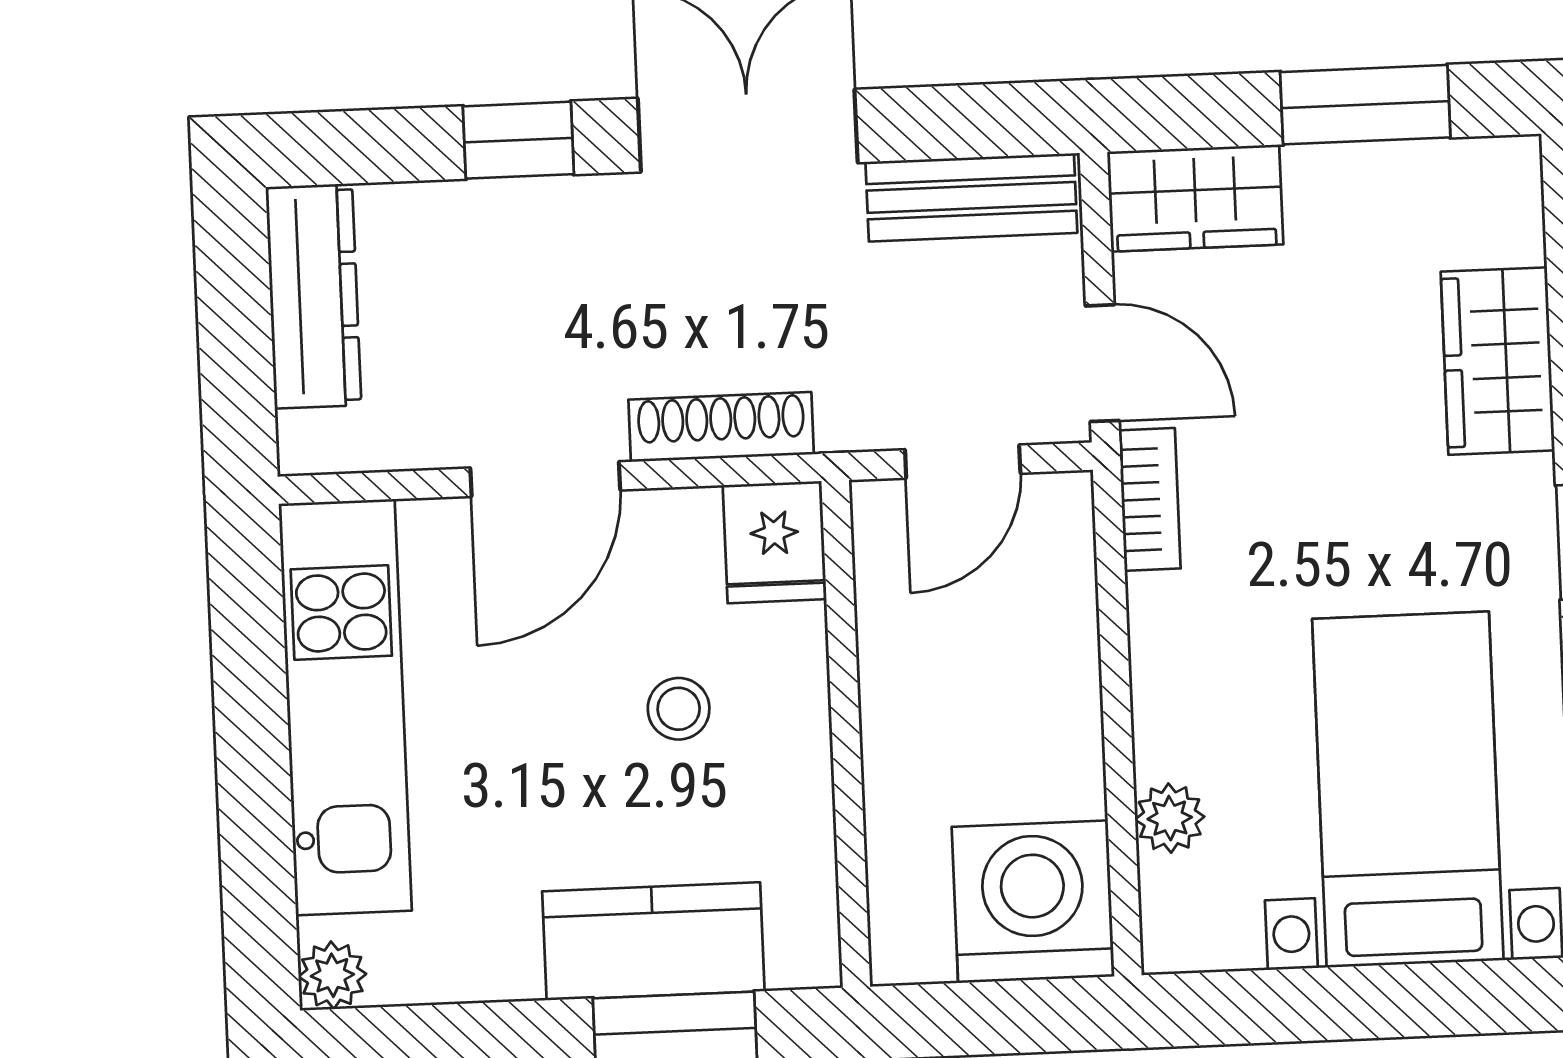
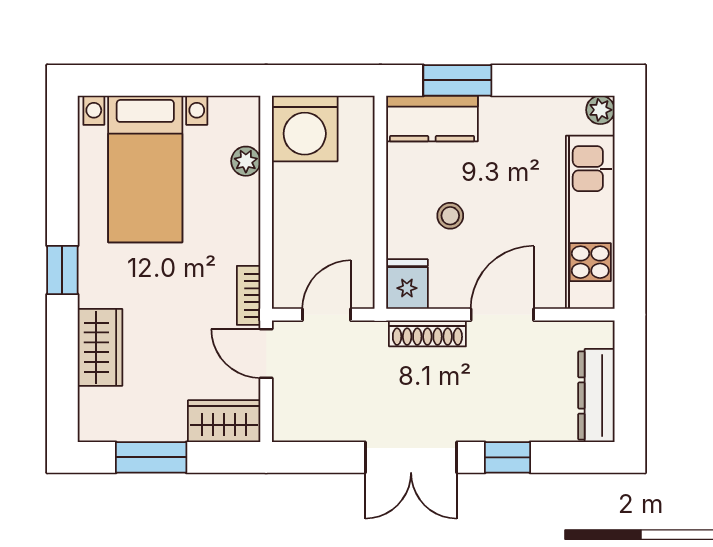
bench: (971, 197) -> (318, 425), removed
kitchen counter: (653, 941) -> (432, 119), moved

